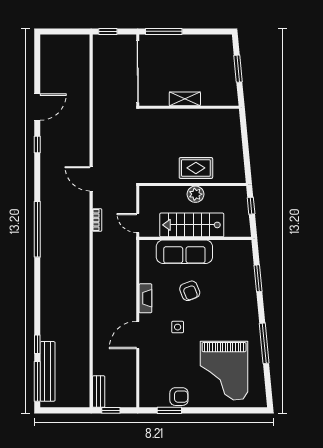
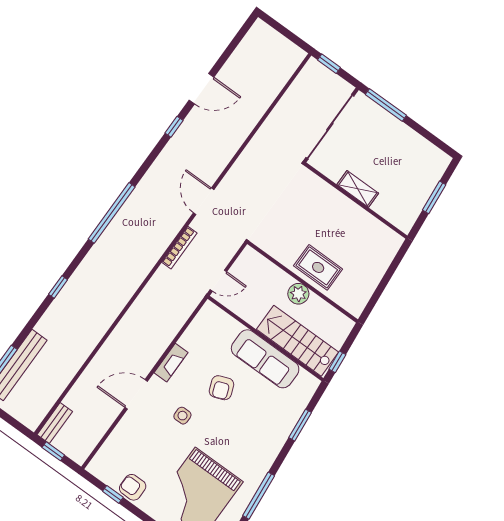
window: (251, 206) -> (337, 362), moved
bookcase: (97, 220) -> (179, 248), width x1.56
door: (138, 223) -> (218, 281), swing flipped
stairs: (192, 225) -> (297, 341), moved
sofa: (184, 252) -> (265, 359), moved
window: (37, 344) -> (58, 287), moved
armchair: (179, 397) -> (133, 487), turned 180
window: (169, 410) -> (113, 494), width x0.67

